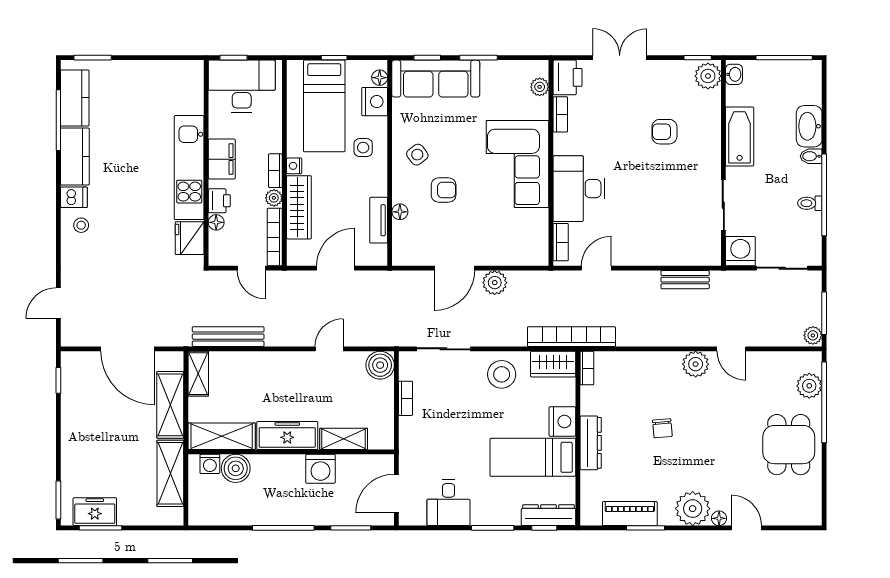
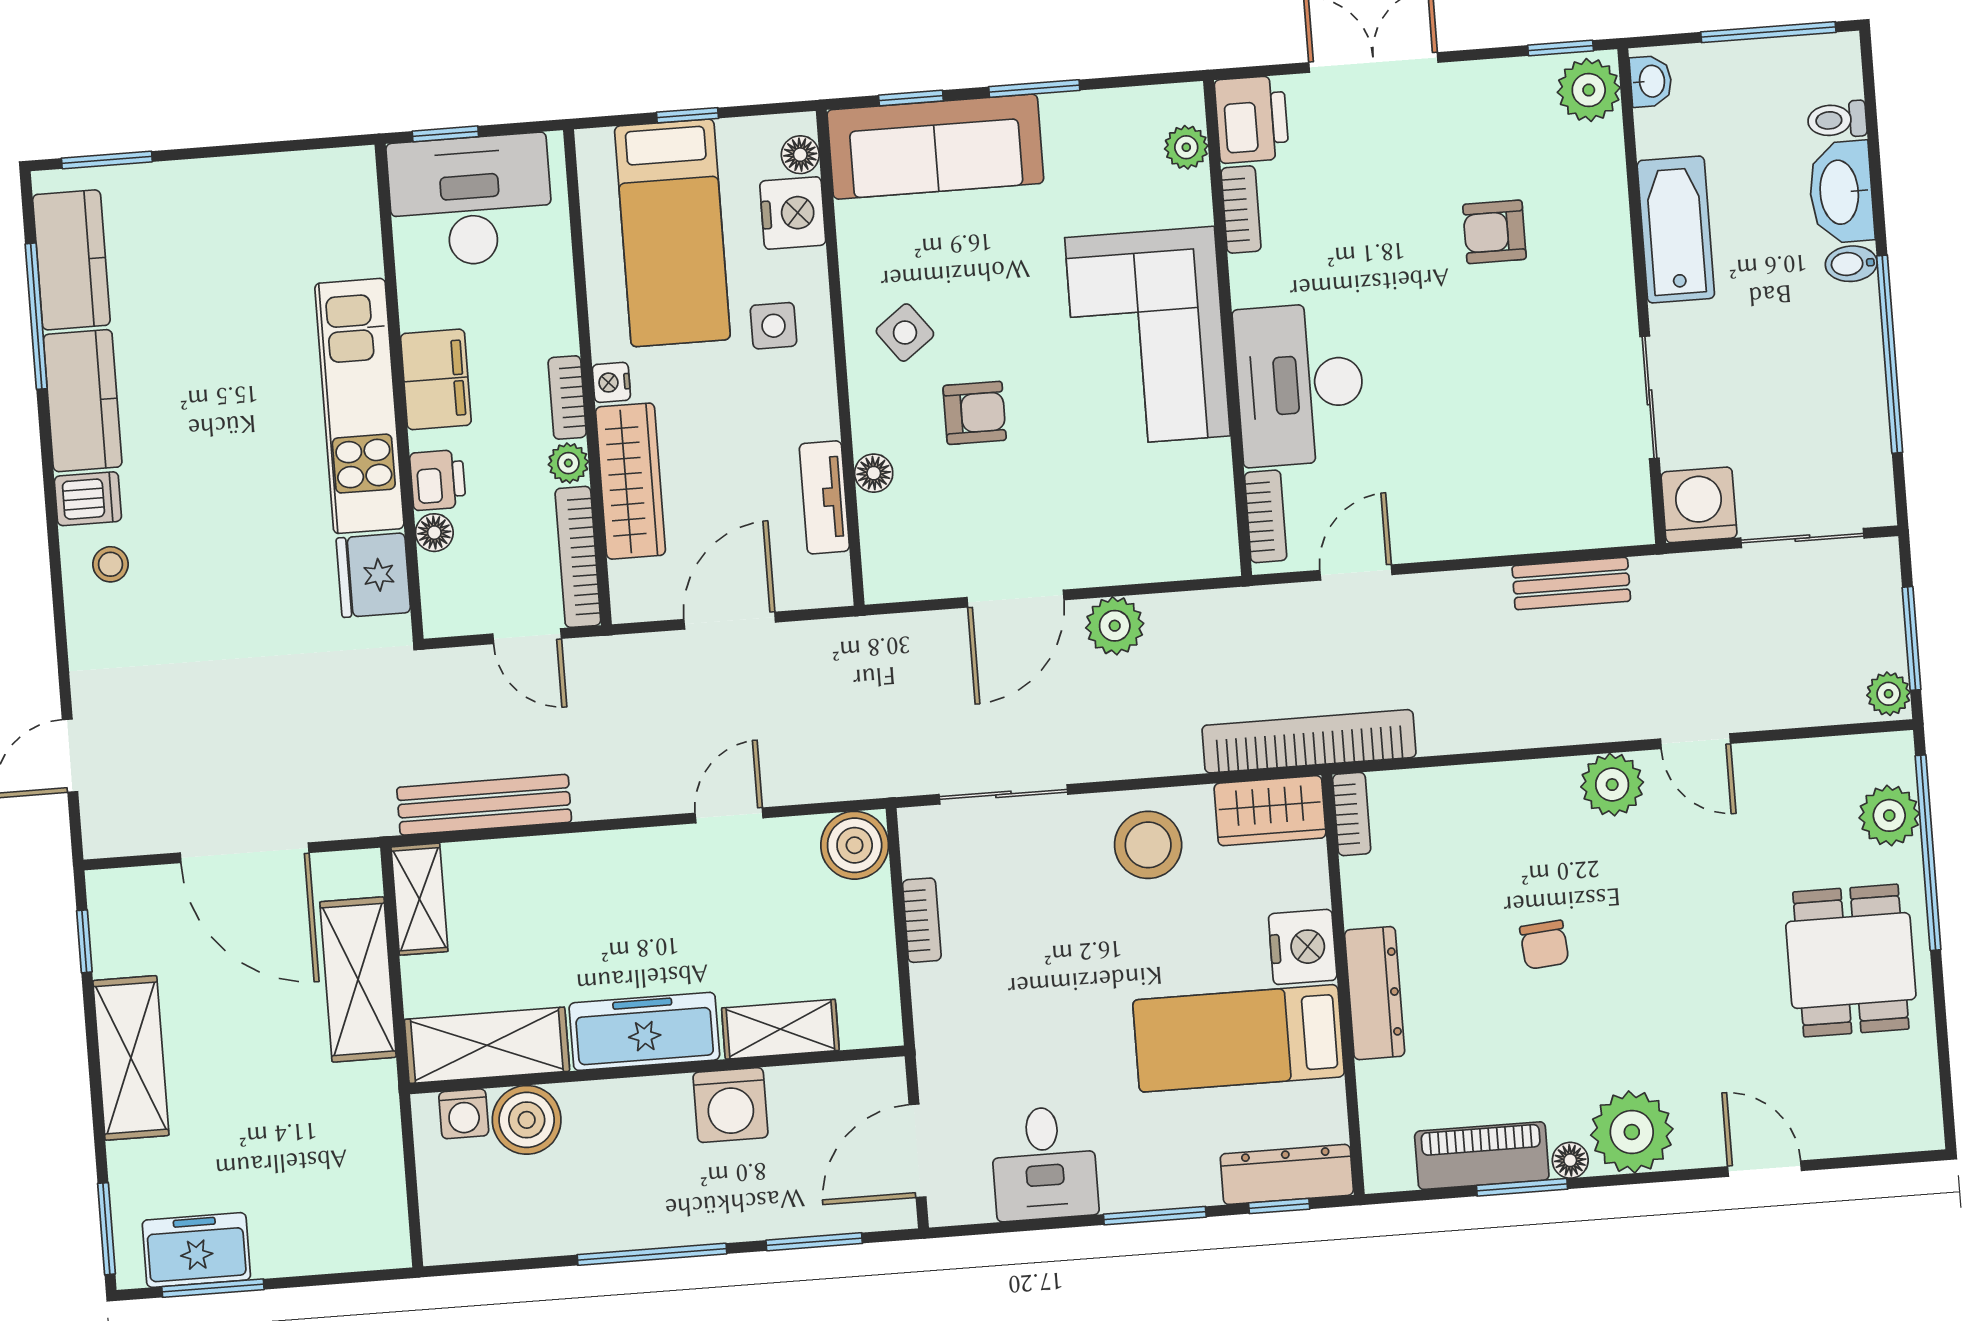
toilet: (810, 203) -> (1837, 120), moved
shelving: (170, 473) -> (131, 1058), moved
floor lamp: (719, 518) -> (1570, 1160), moved

